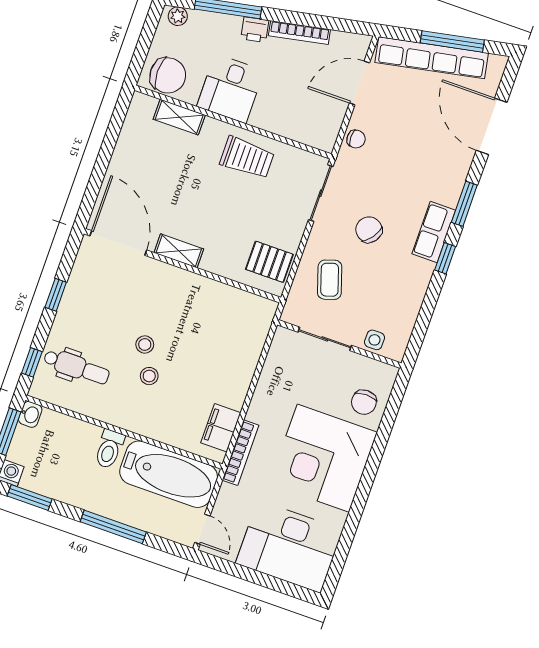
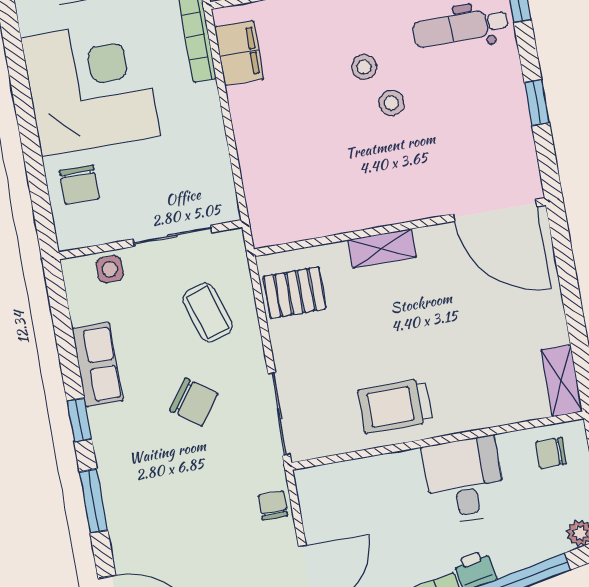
chair: (168, 75) -> (551, 453), width x0.54, depth x0.54
shelving: (179, 117) -> (562, 381), moved, turned 90
chair: (356, 139) -> (273, 505), turned 90
row of seats: (434, 232) -> (98, 365), moved
shelving: (179, 251) -> (382, 249), moved
chair: (364, 402) -> (79, 185), turned 180

